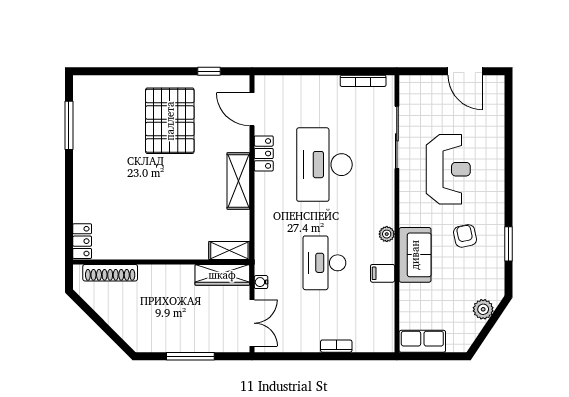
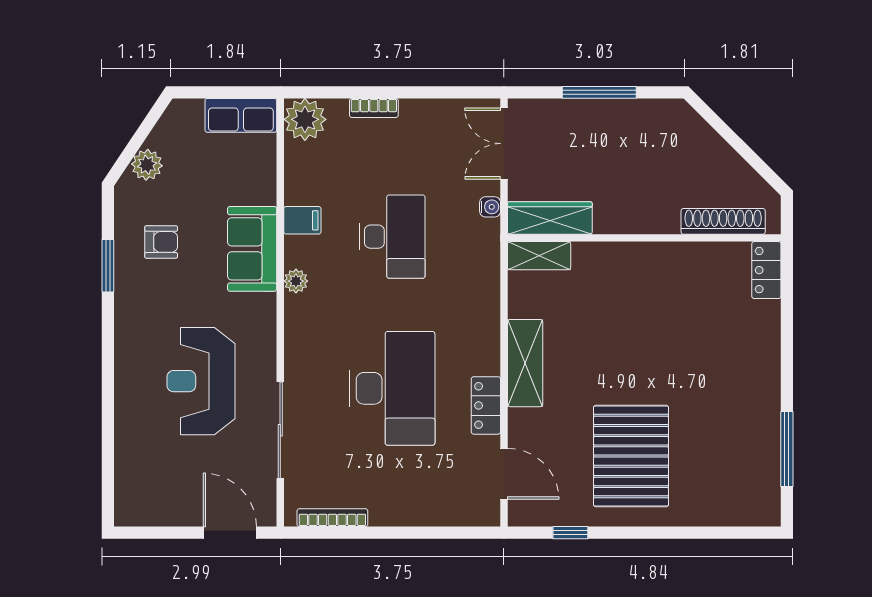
door: (465, 71) -> (230, 533), moved
armchair: (465, 236) -> (161, 242), moved, turned -78
plant: (381, 339) -> (305, 119), added

